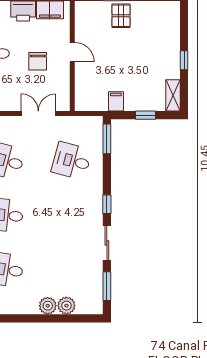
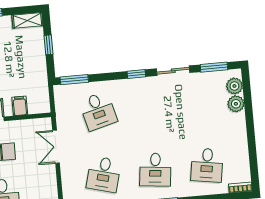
filing cabinet: (116, 101) -> (20, 106), moved, turned 90
desk: (72, 161) -> (98, 111), turned -30
plant: (48, 306) -> (234, 86), moved

